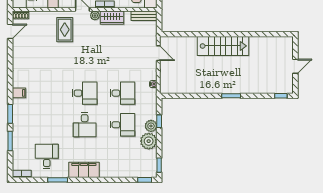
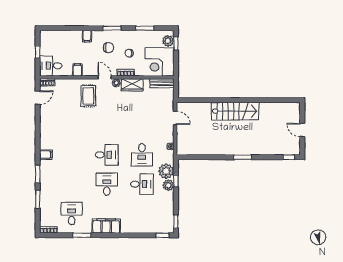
door: (295, 66) -> (302, 130), swing flipped
desk: (122, 93) -> (142, 155), turned 90
desk: (85, 125) -> (107, 184), turned 180
plant: (149, 141) -> (166, 171), moved

